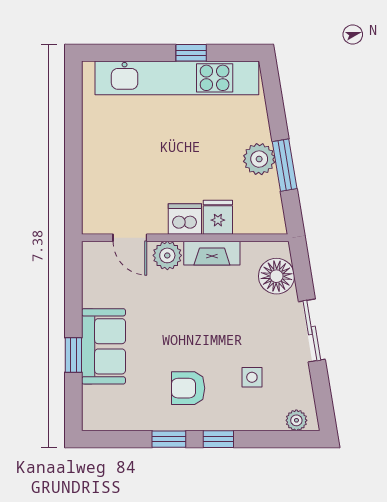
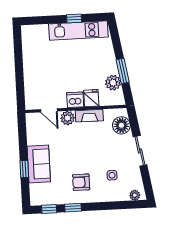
kitchen unit: (177, 78) -> (78, 30), width x0.73
plant: (259, 159) -> (113, 83), moved
window: (218, 439) -> (49, 209), moved

